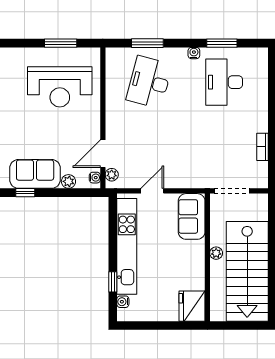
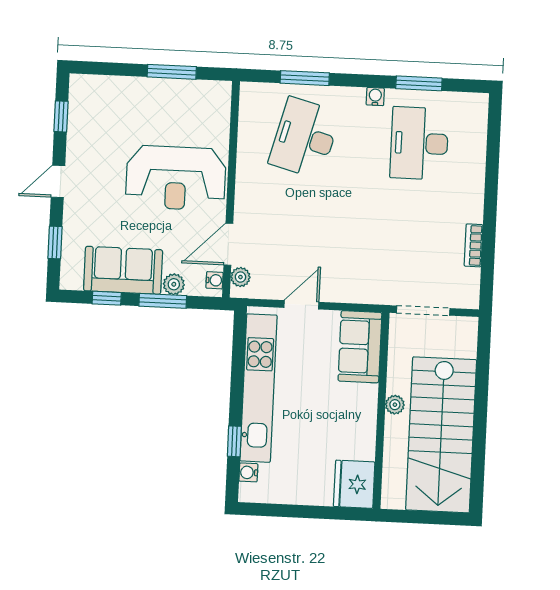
reception desk: (60, 87) -> (176, 178), moved
window: (62, 193) -> (163, 301), added

